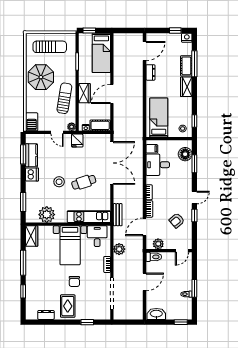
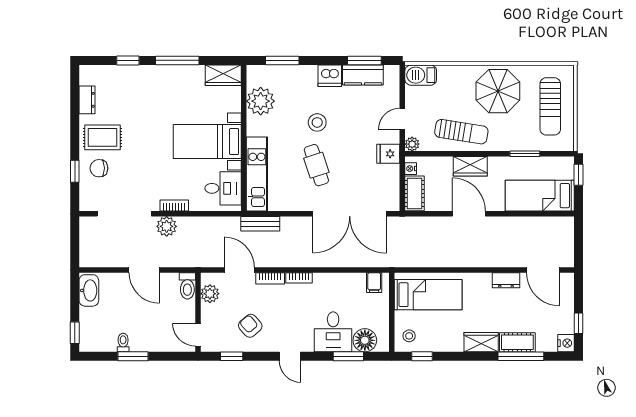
desk: (158, 165) -> (333, 332), moved, turned 180
window: (194, 216) -> (232, 356), moved
plant: (119, 249) -> (167, 226), moved
chair: (74, 282) -> (99, 168), moved

